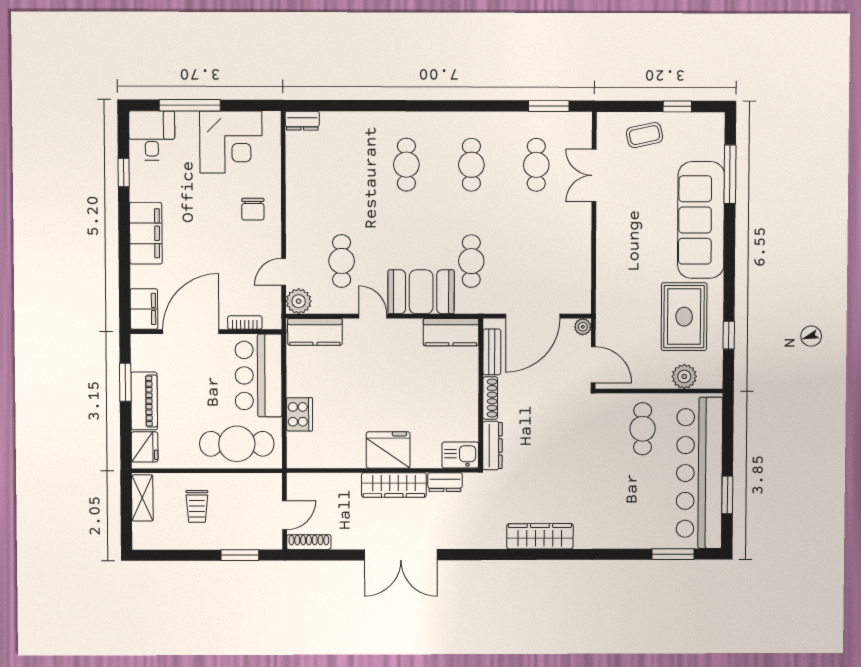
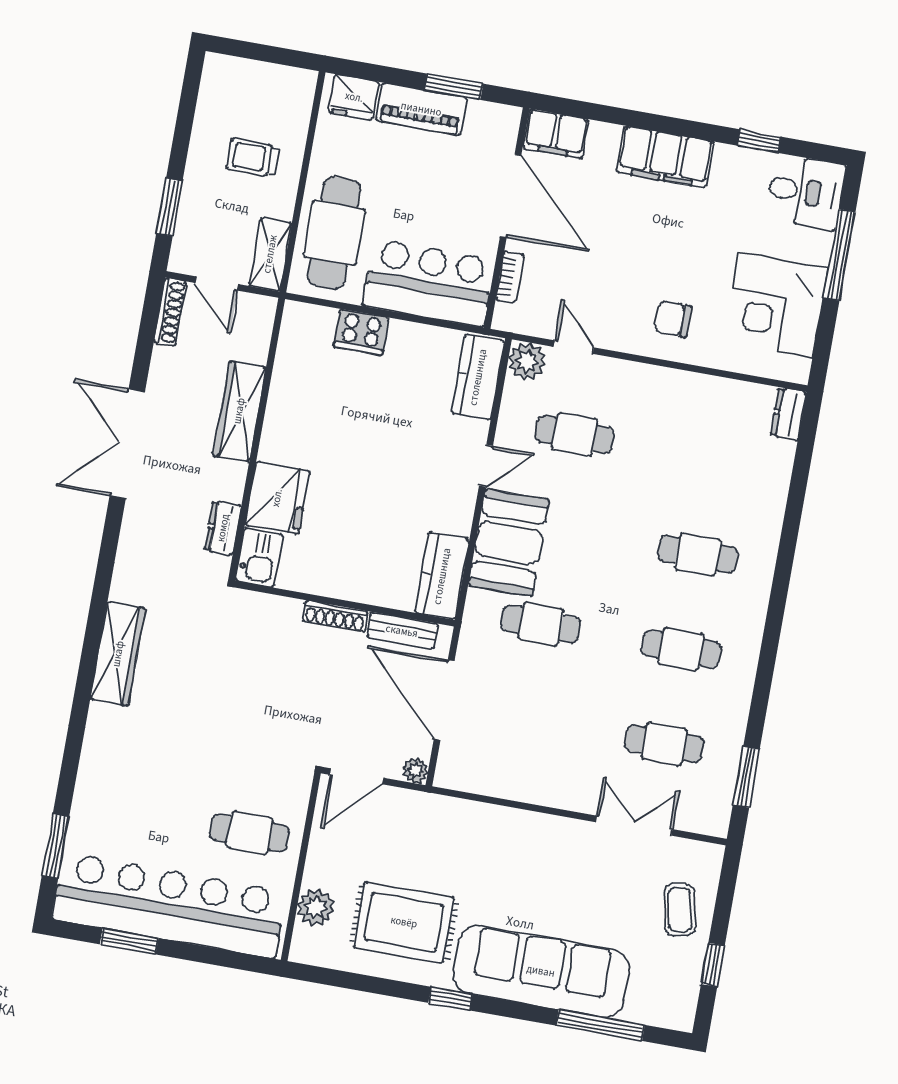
window: (729, 335) -> (450, 999), moved
dresser: (492, 446) -> (264, 607), removed
fridge: (388, 450) -> (277, 498), moved
wardrobe: (394, 485) -> (239, 411), moved
shelving: (142, 498) -> (270, 254), moved, turned 90

